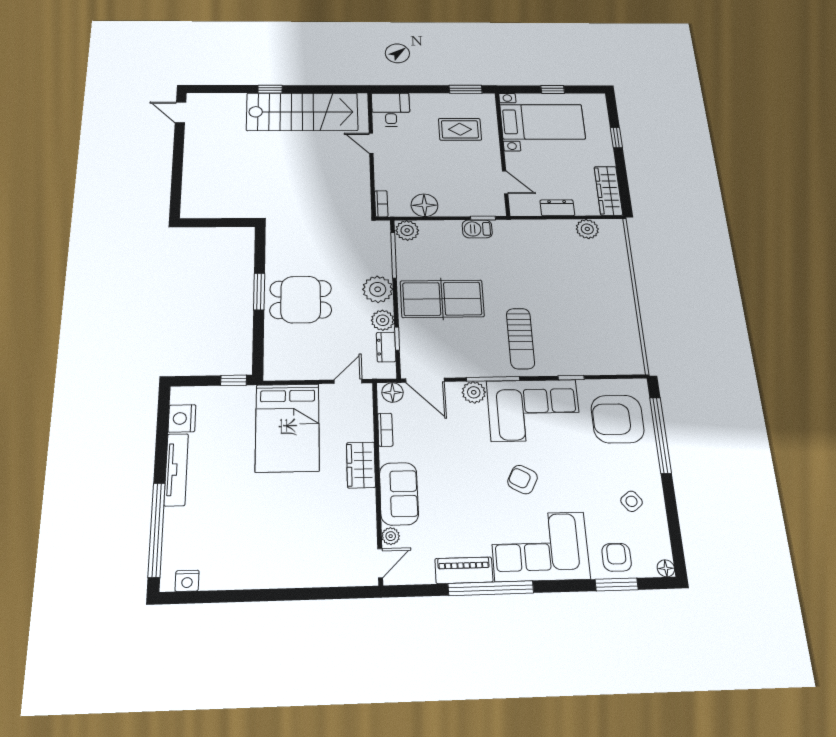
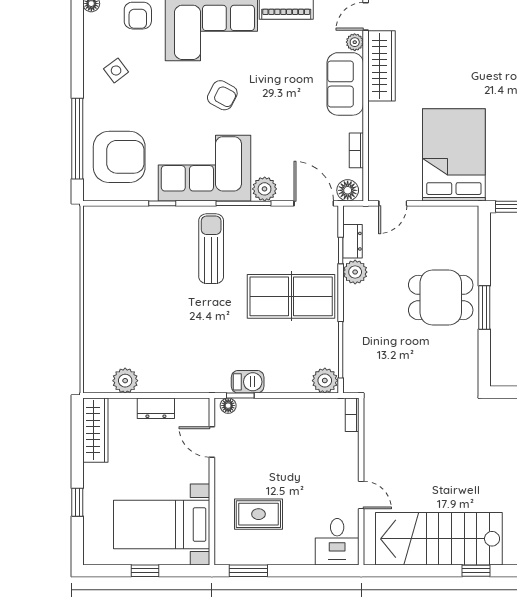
floor lamp: (424, 205) -> (228, 406), moved, width x0.53, depth x0.53
plant: (378, 289) -> (359, 309), removed
wardrobe: (361, 465) -> (382, 66), moved, width x1.50

